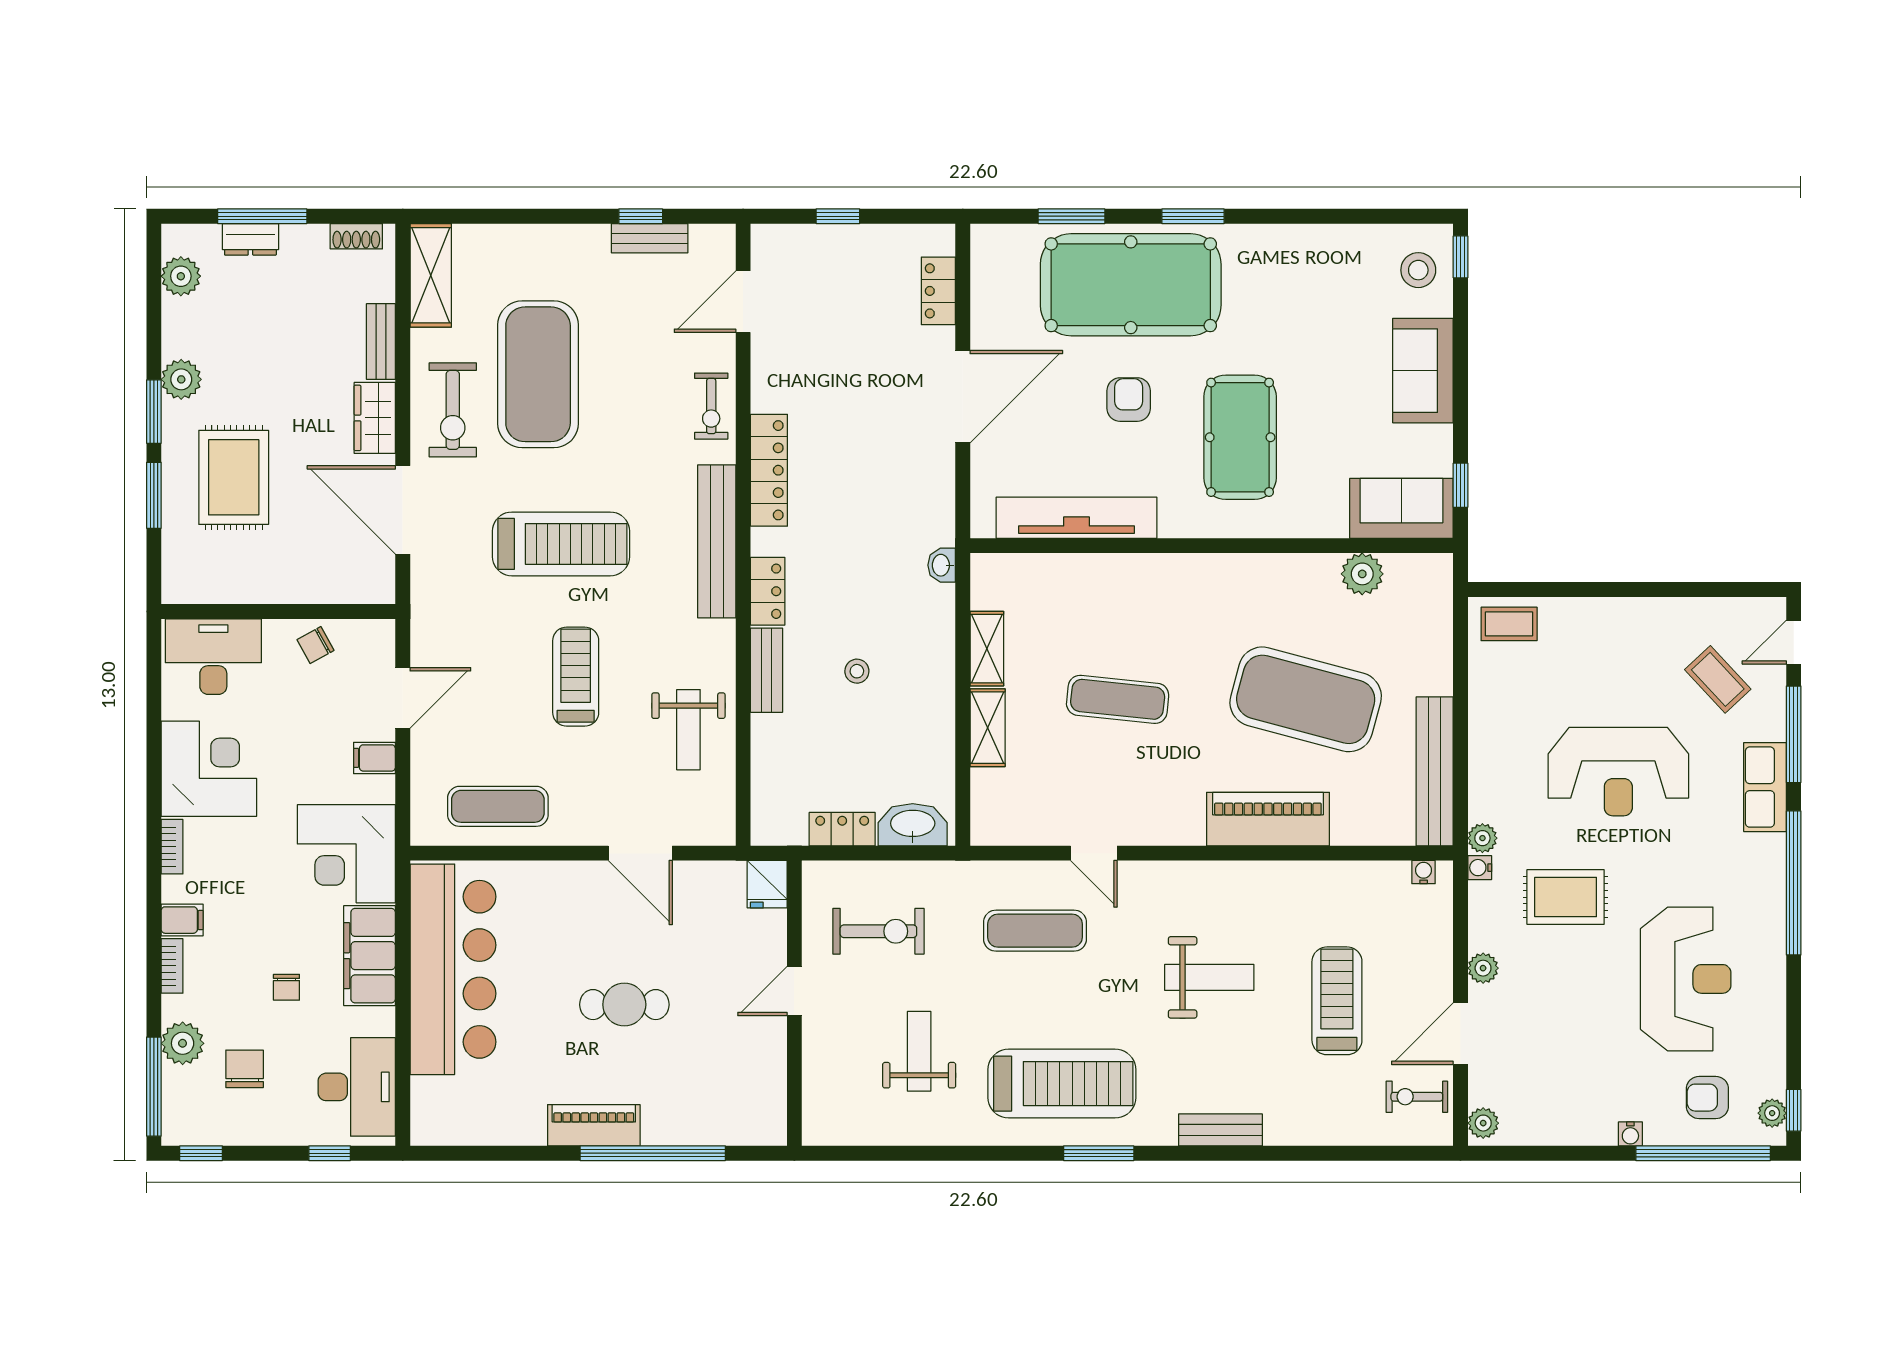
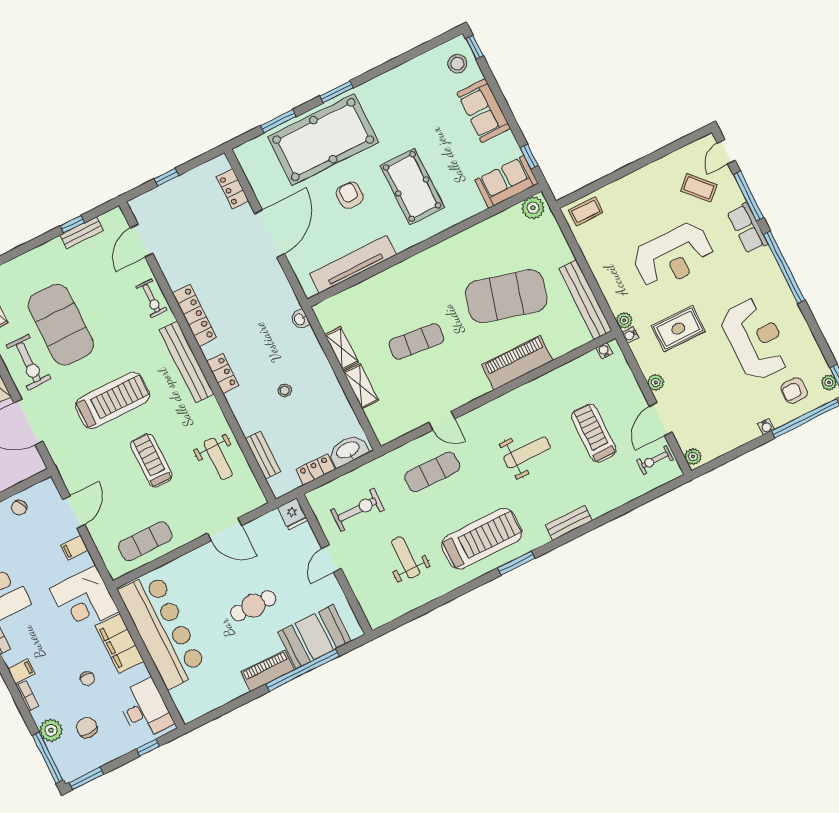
plant: (1362, 574) -> (533, 208), moved
bench: (767, 670) -> (263, 455), moved
booth: (701, 1107) -> (314, 637), added
window: (201, 1153) -> (86, 778), width x1.50

